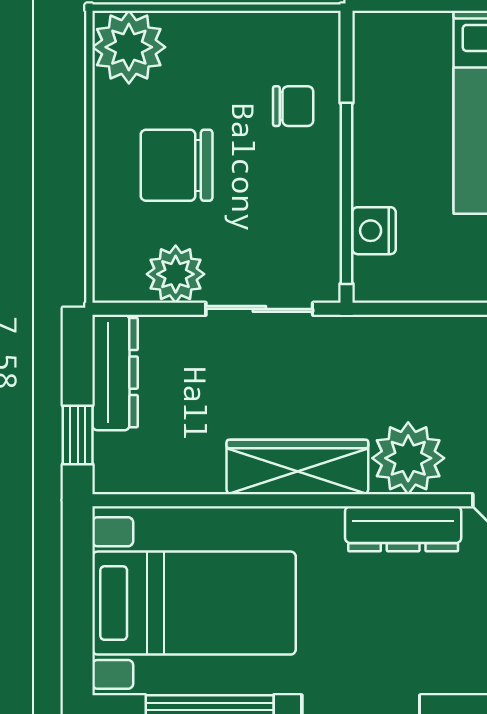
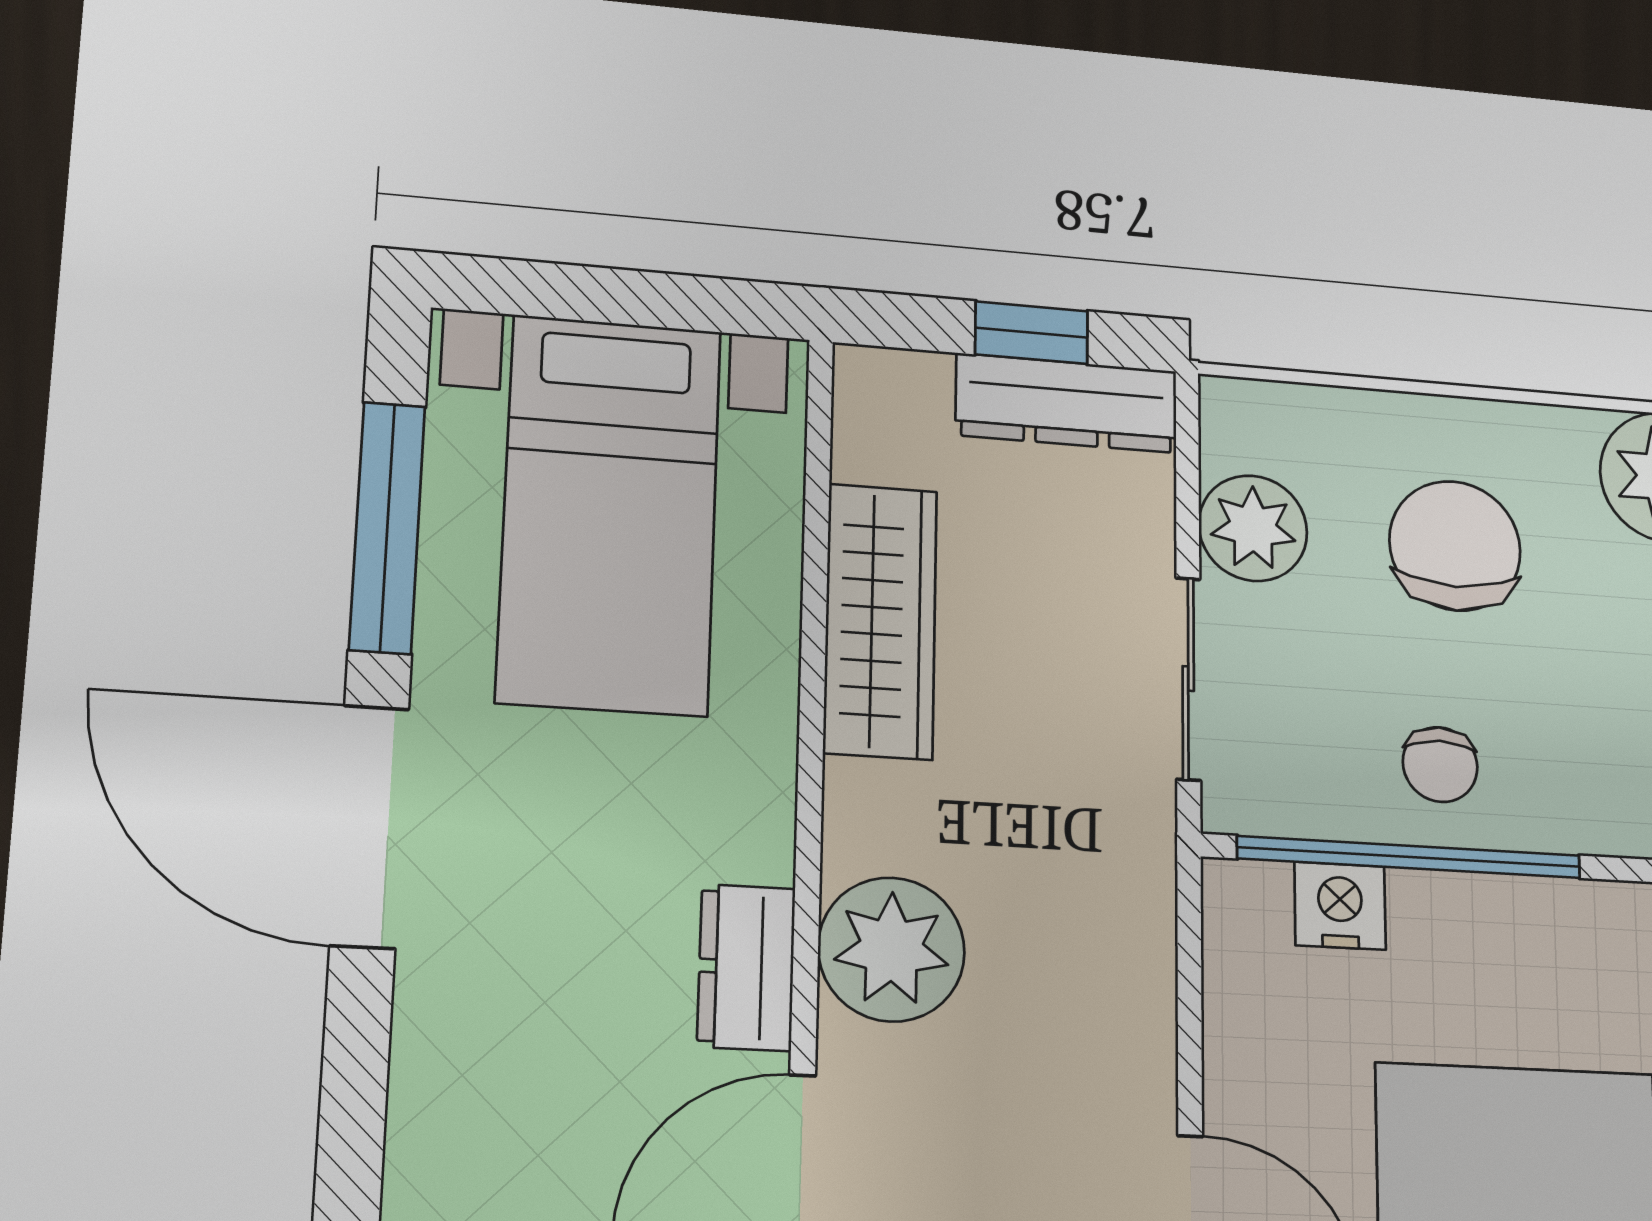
chair: (293, 106) -> (1440, 765), moved
window: (78, 435) -> (1032, 333), moved
wardrobe: (297, 467) -> (880, 621), moved
dresser: (403, 529) -> (746, 967), width x0.70

